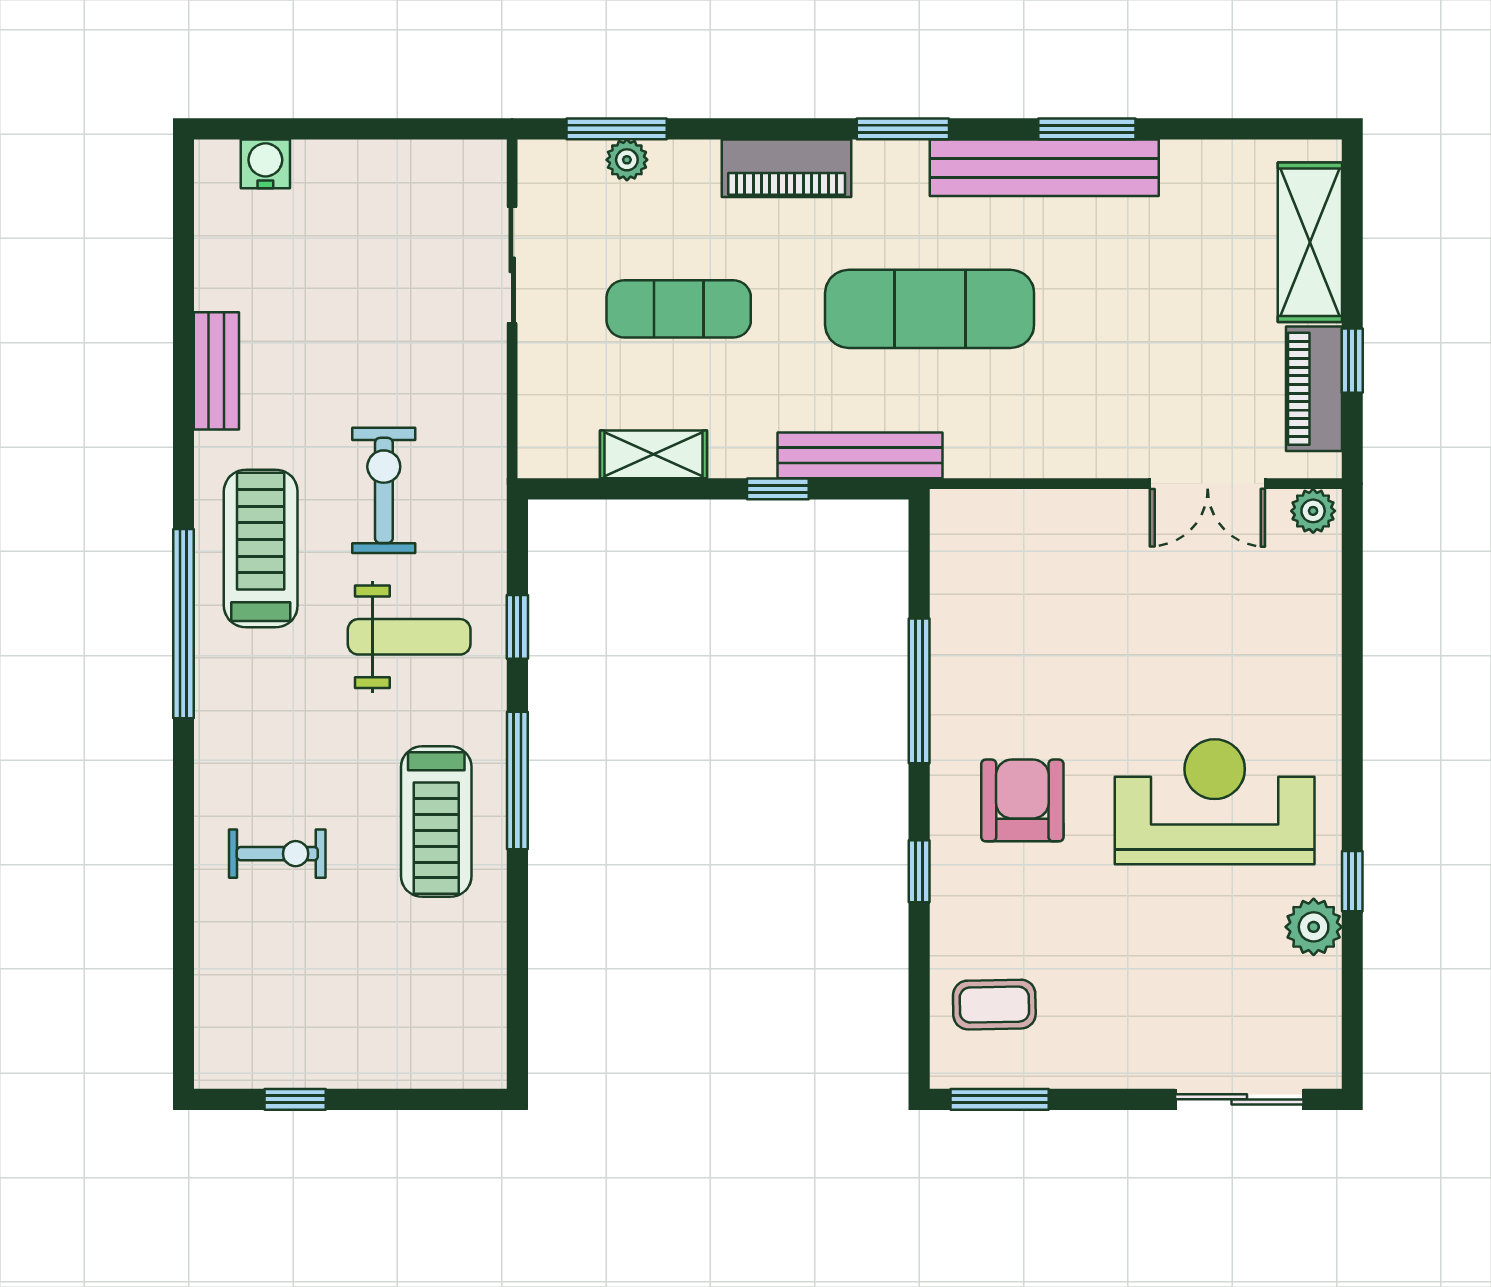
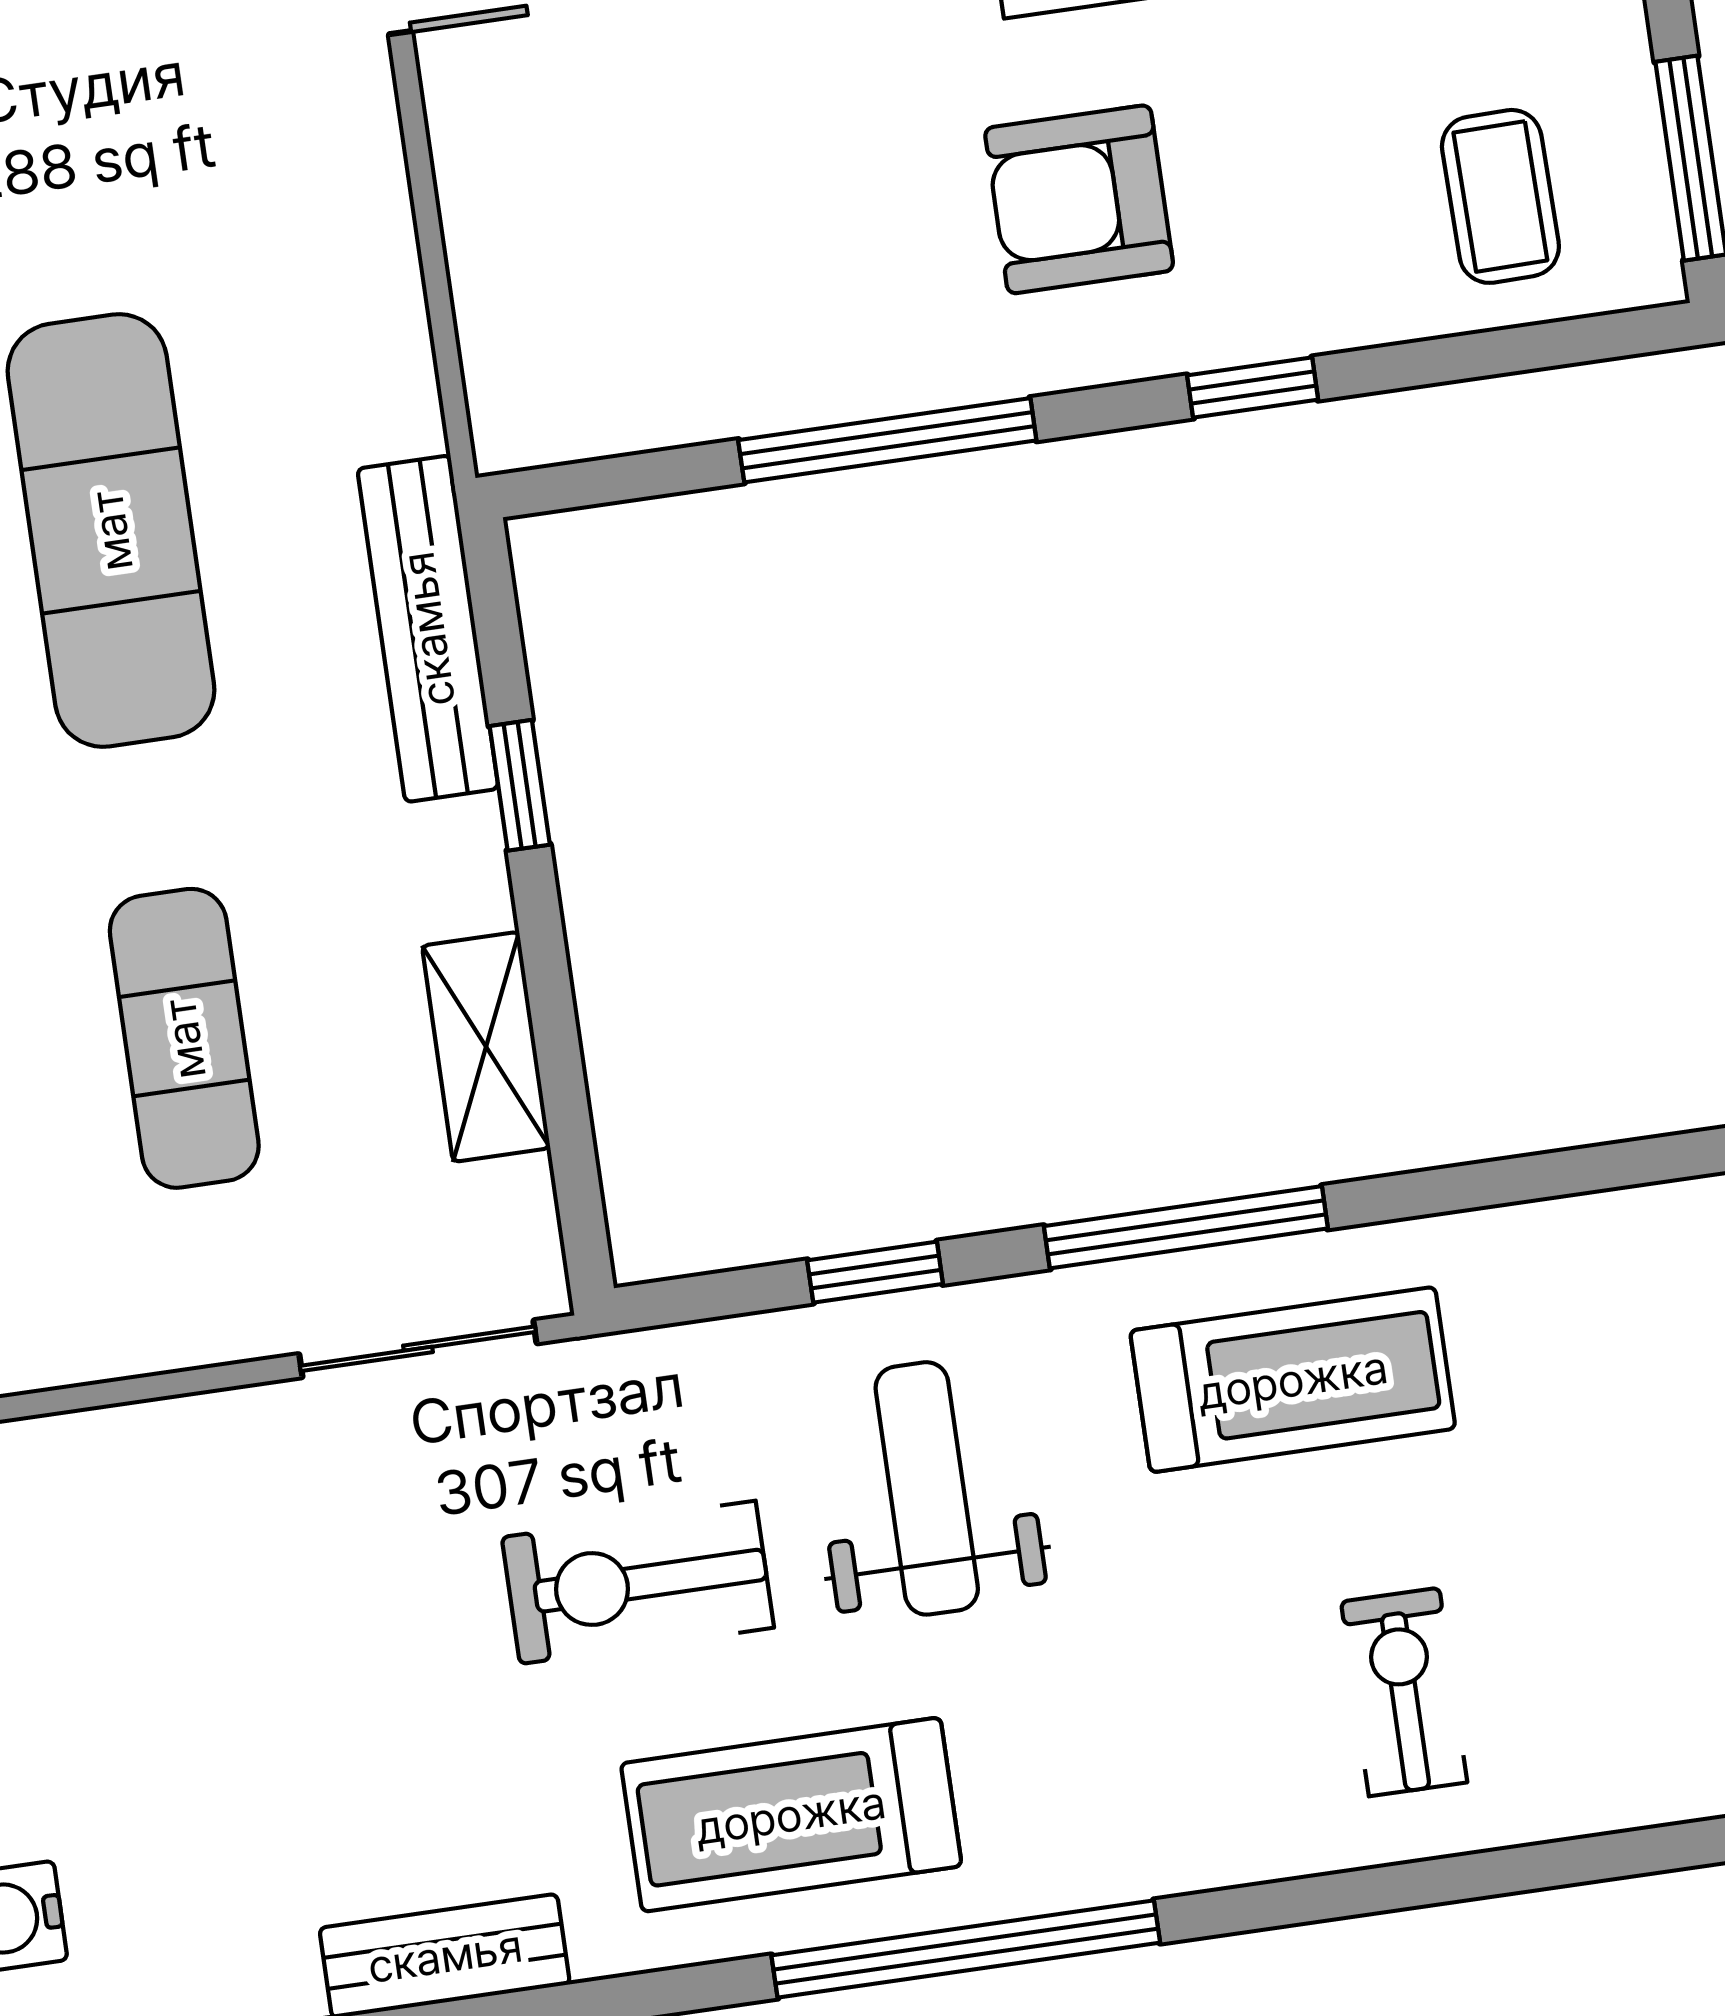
sliding door: (512, 265) -> (418, 1349), moved

